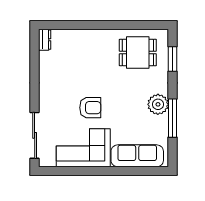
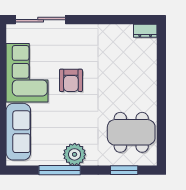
dining table: (138, 52) -> (131, 132), width x1.38

